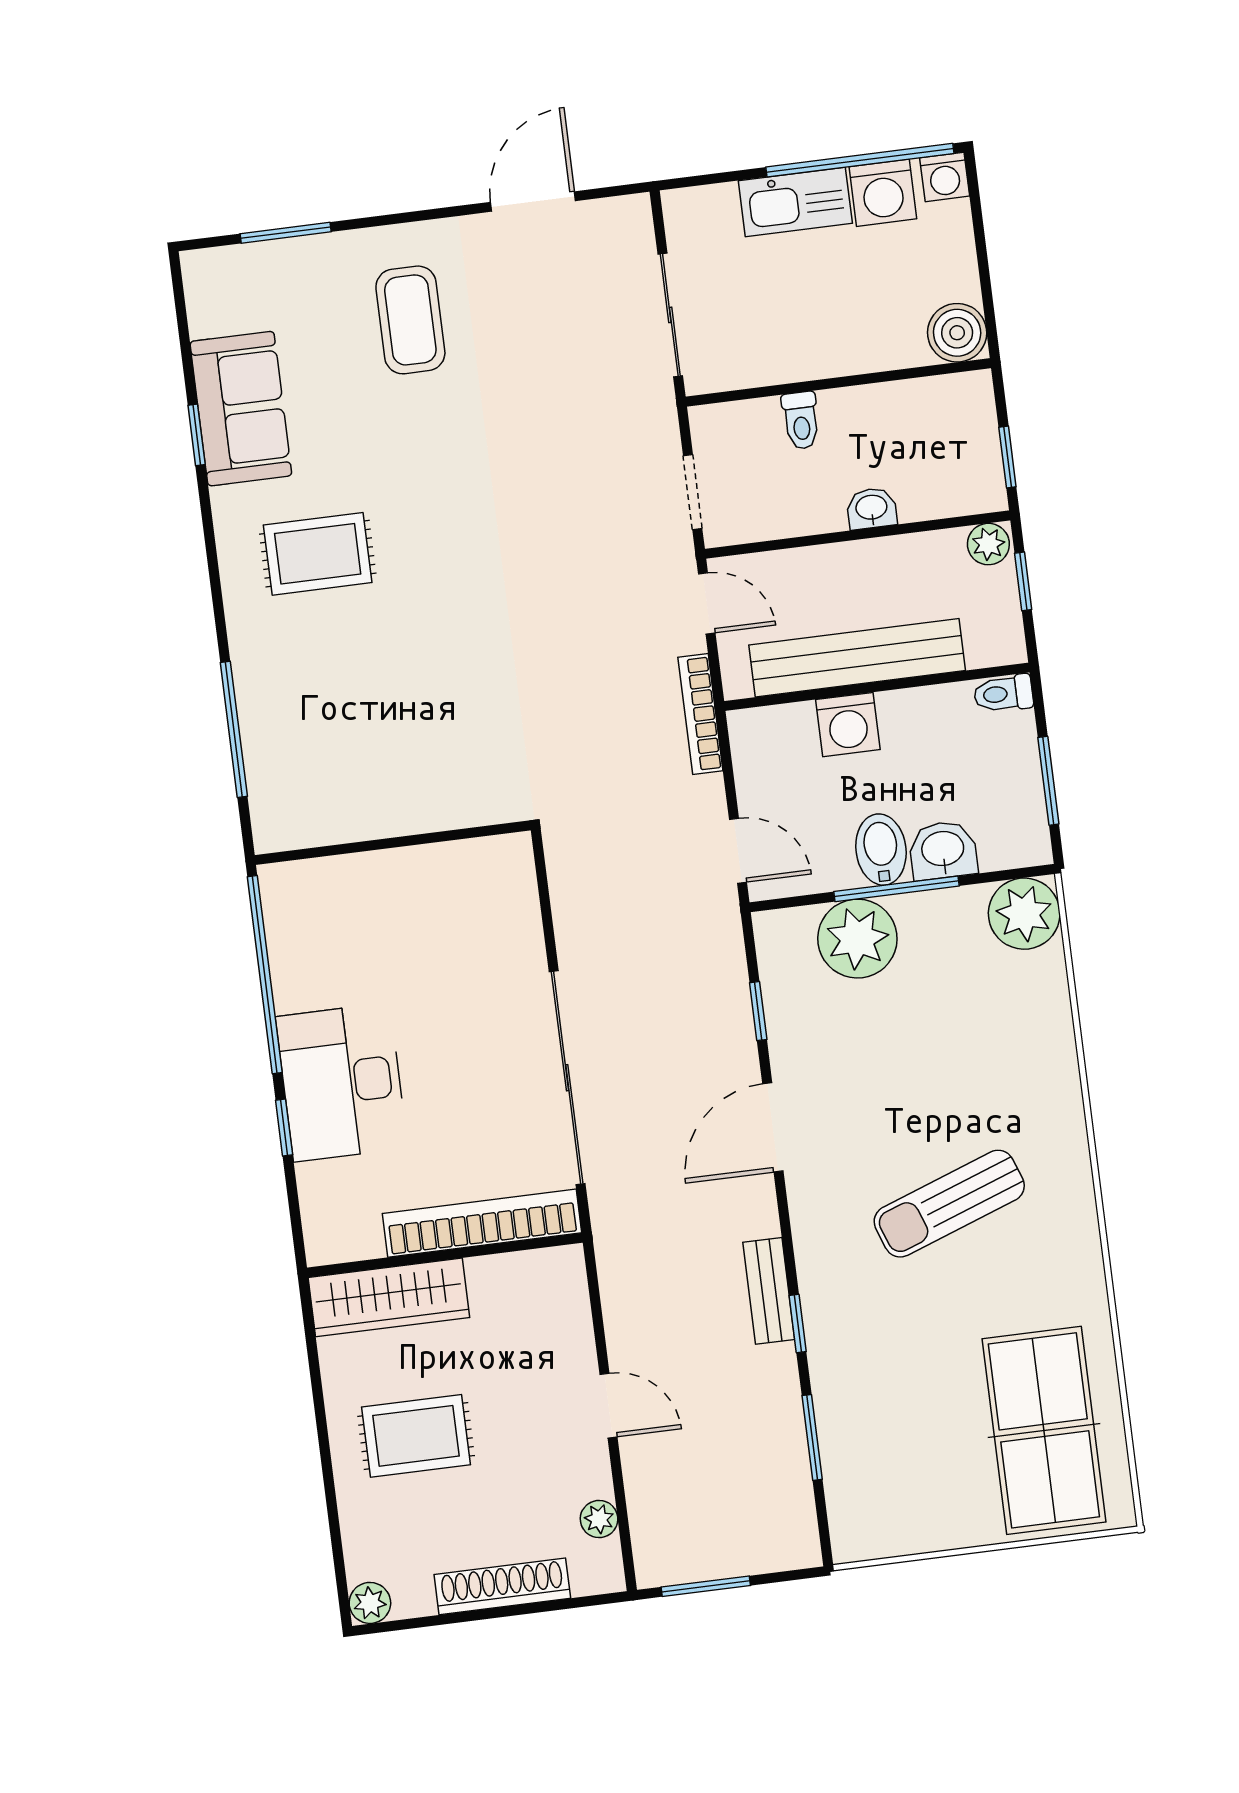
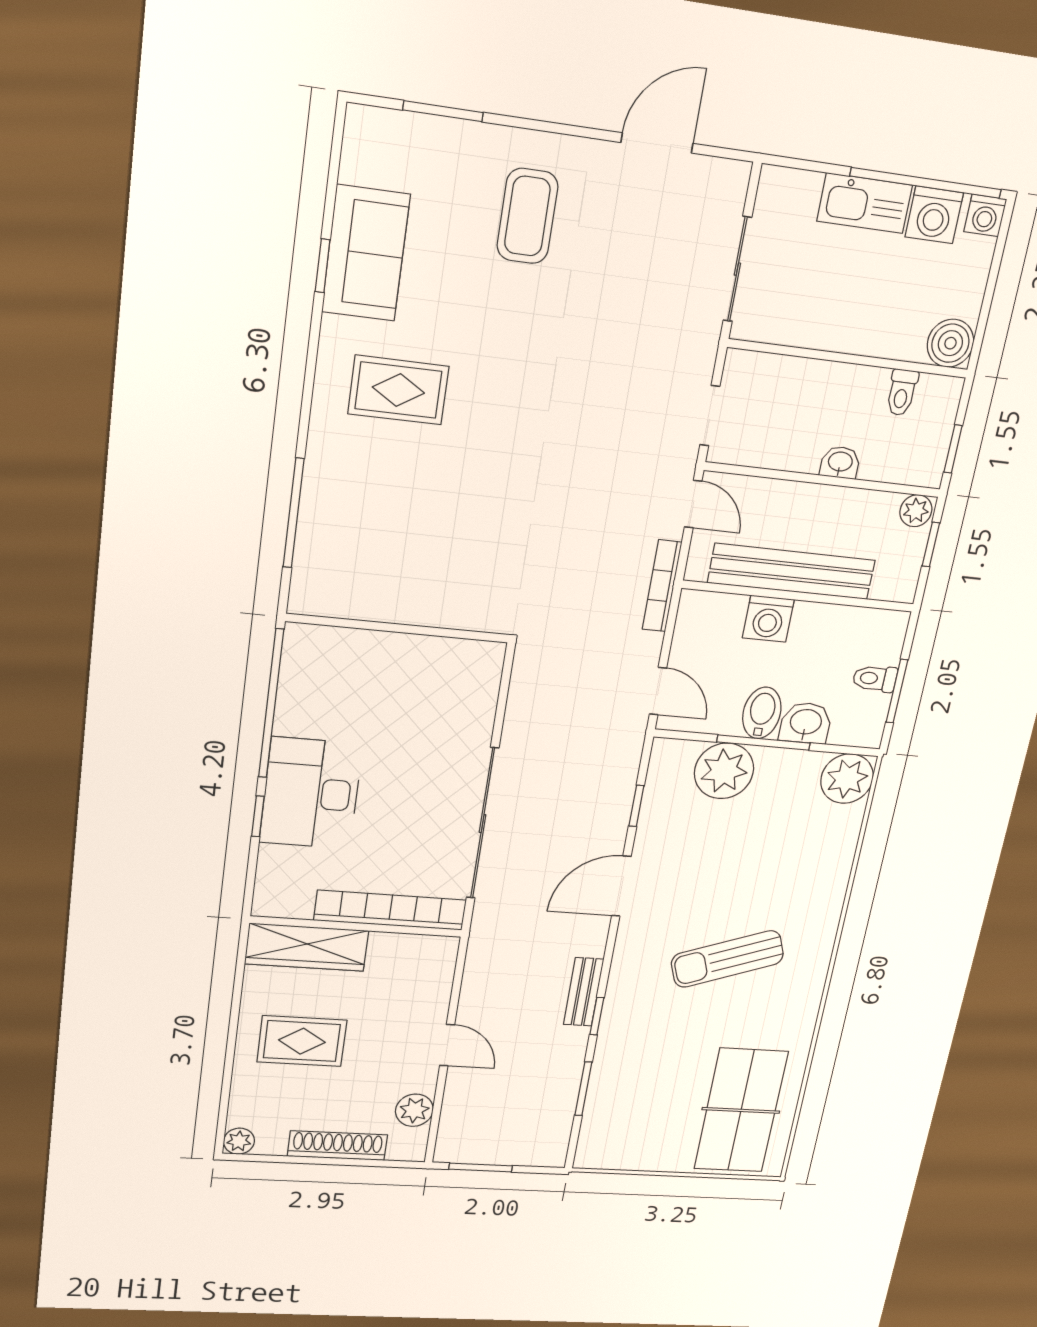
toilet: (801, 420) -> (902, 392), moved
toilet: (1003, 694) -> (875, 679), moved
plant: (599, 1519) -> (414, 1110), width x1.38, depth x1.38

